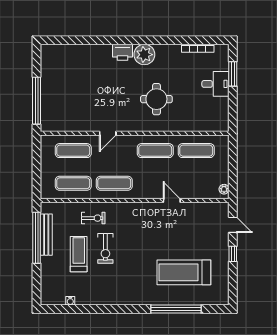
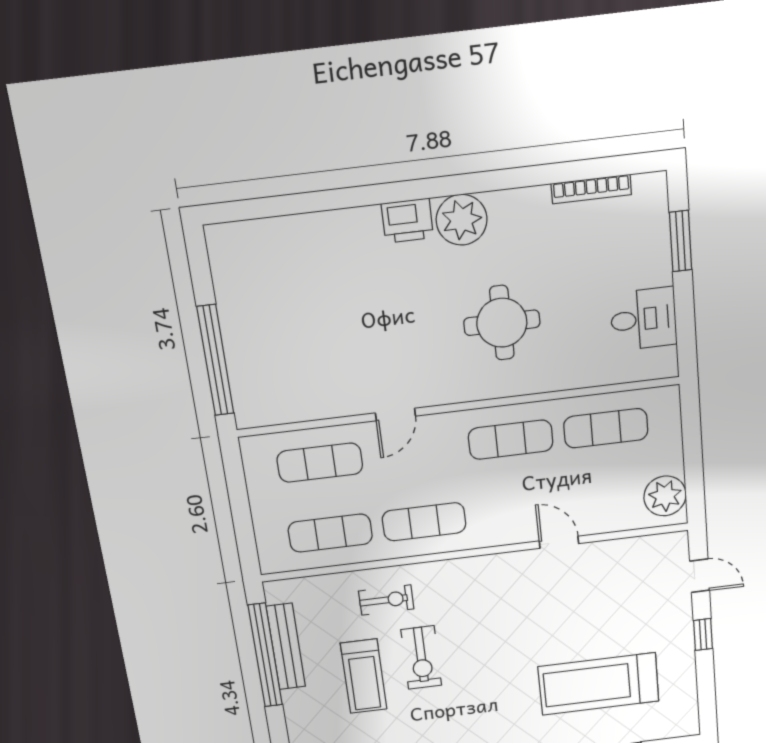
desk: (215, 84) -> (644, 319), moved
plant: (224, 189) -> (665, 496), width x1.88, depth x1.88
treadmill: (79, 254) -> (364, 676), turned 180

